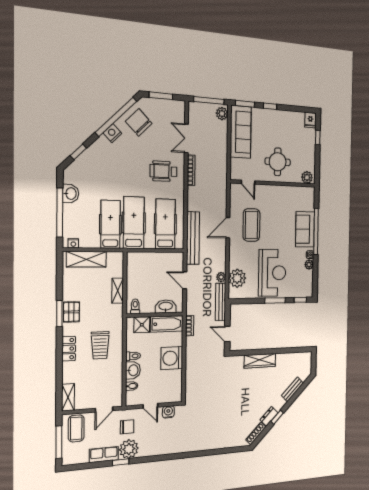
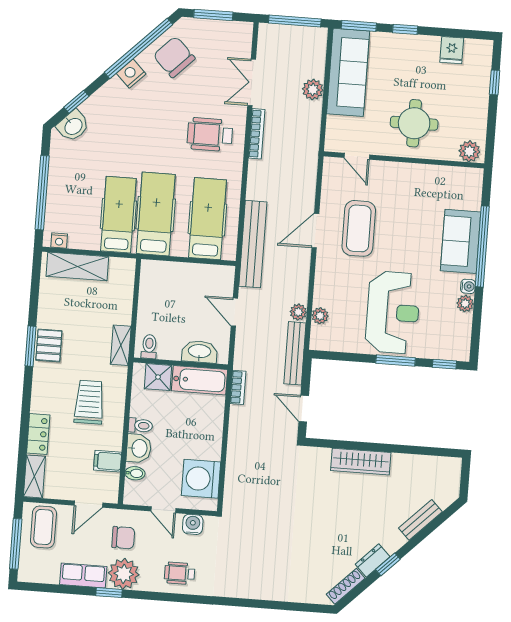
plant: (222, 114) -> (313, 90), moved
fridge: (310, 120) -> (452, 50), moved
washbasin: (71, 194) -> (73, 126), moved, turned 45
plant: (237, 278) -> (320, 316), width x0.53, depth x0.53
shelving: (118, 291) -> (121, 345), moved
trolley: (100, 345) -> (89, 402), turned 180
locker: (69, 349) -> (38, 434), moved
washing machine: (172, 358) -> (201, 479), moved
filing cabinet: (114, 381) -> (108, 461), added
wheelchair: (162, 443) -> (180, 573), added

